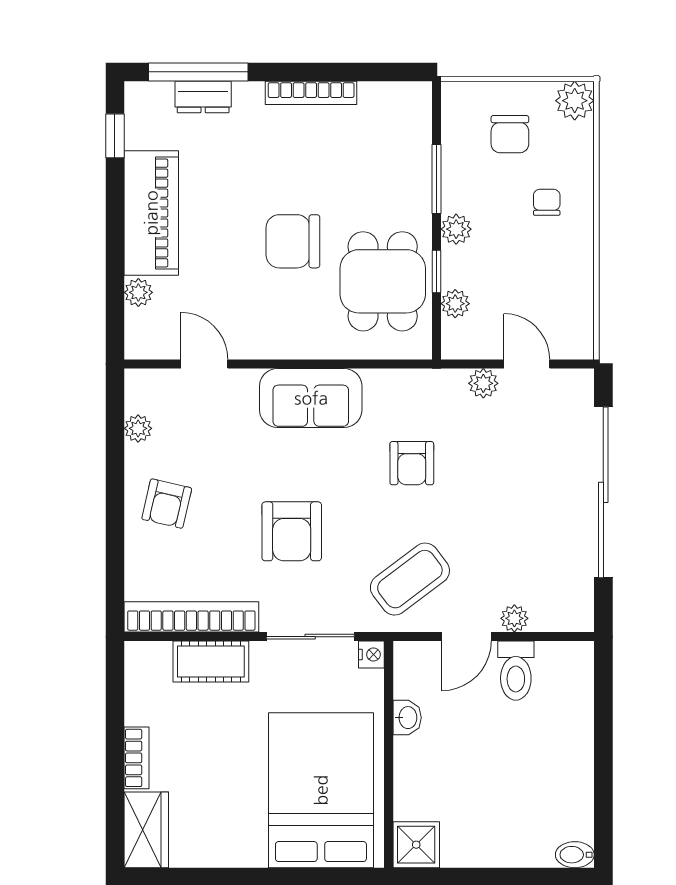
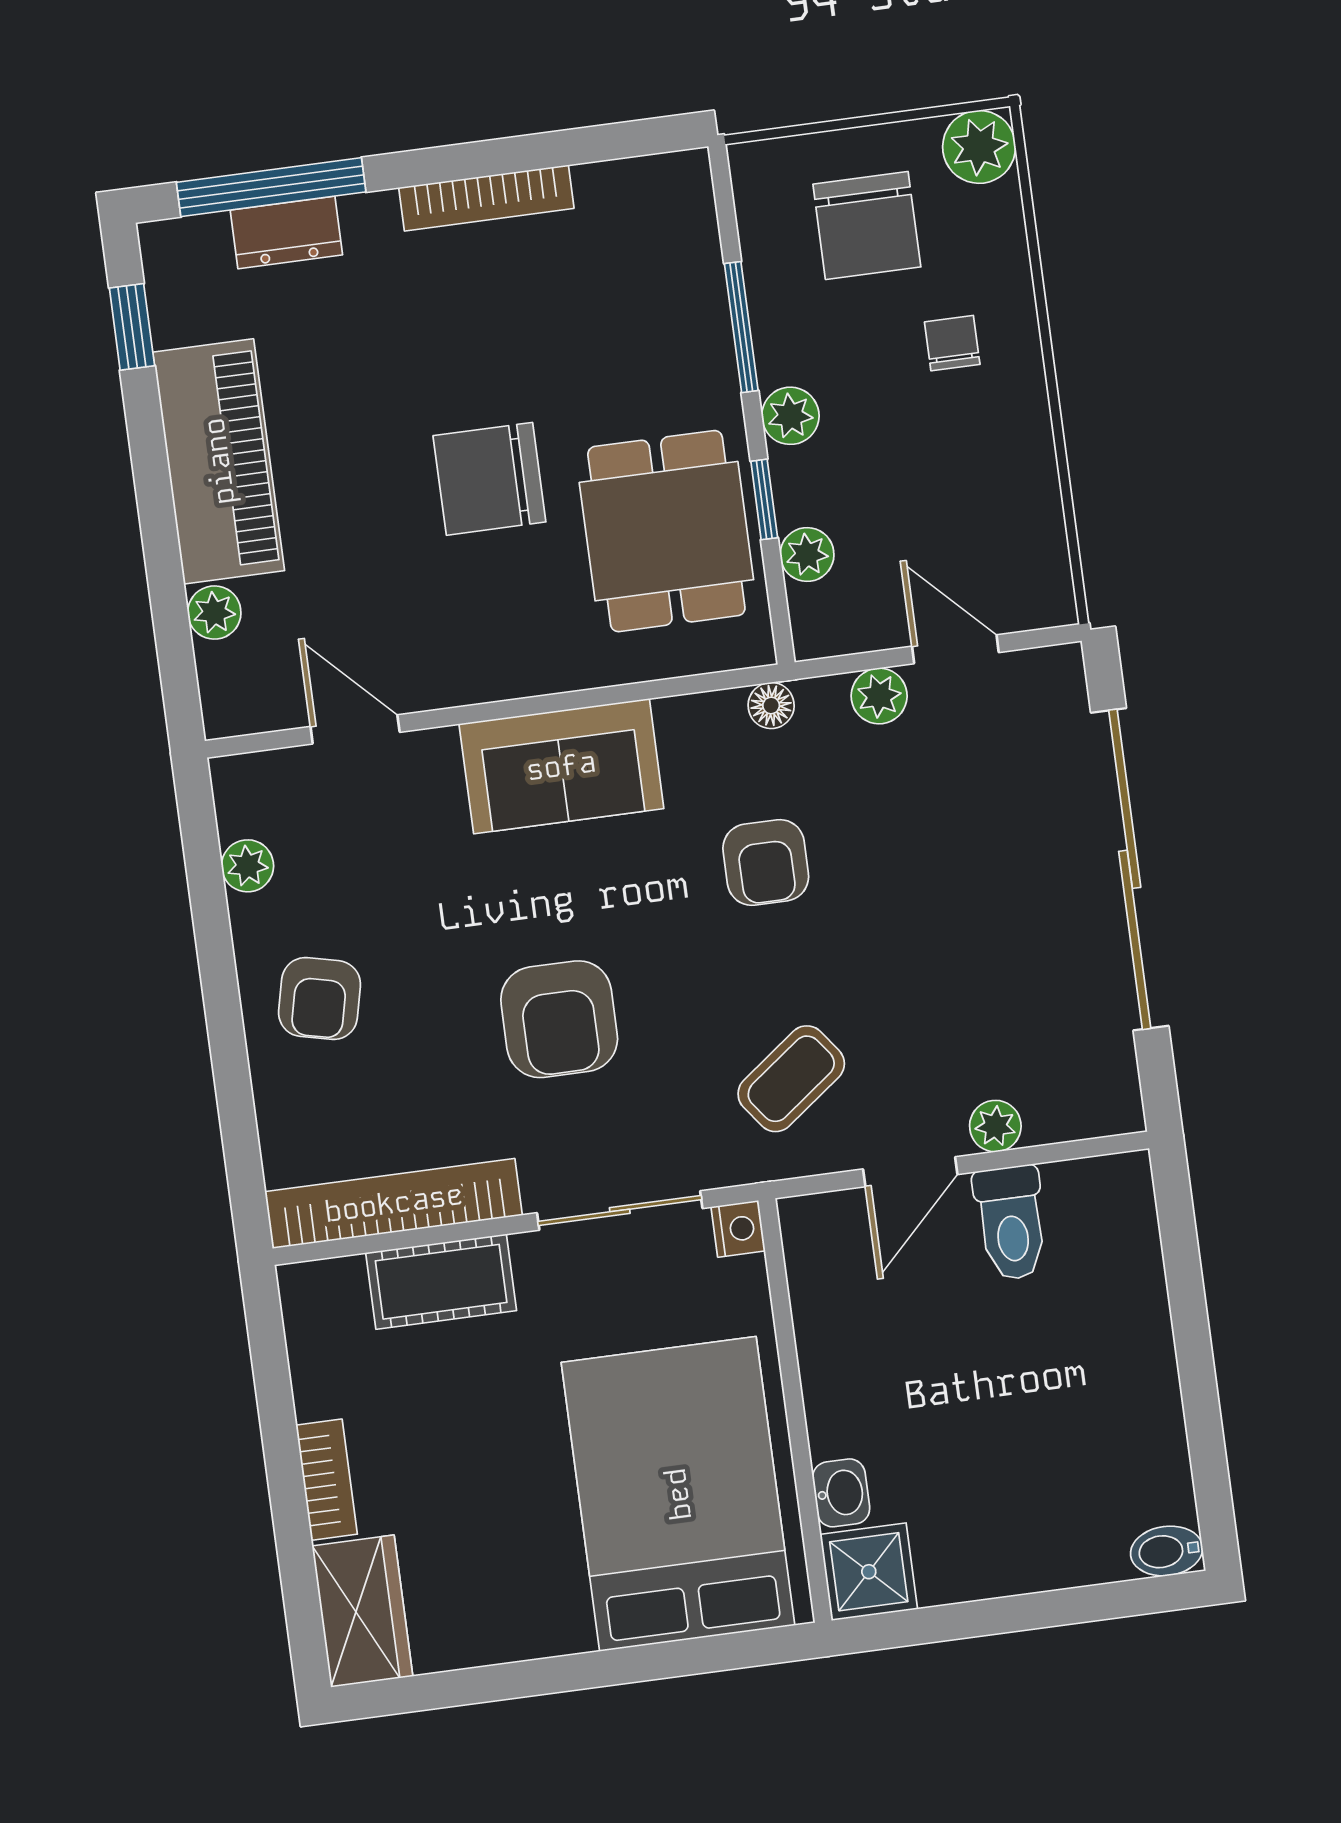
chair: (510, 134) -> (867, 226), width x1.37, depth x1.37
floor lamp: (426, 381) -> (771, 705), added
coffee table: (410, 579) -> (791, 1079), width x0.73, depth x0.77
washbasin: (407, 718) -> (841, 1493), moved

